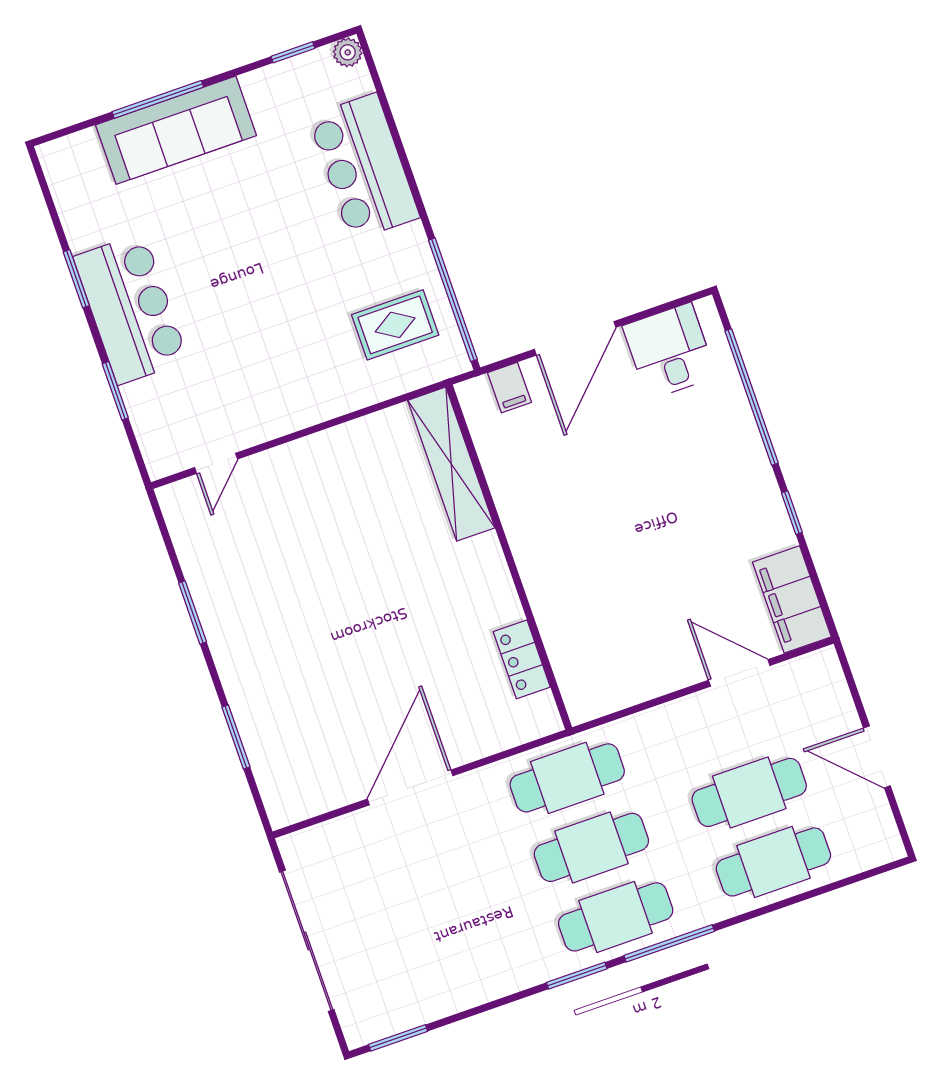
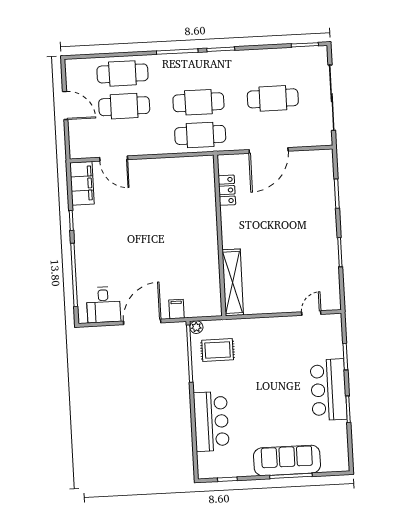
plant: (348, 52) -> (196, 327), moved
shelving: (451, 464) -> (233, 282), moved
wall: (509, 557) -> (220, 235), moved
locker: (522, 659) -> (227, 190), moved
cafe table: (616, 917) -> (273, 98), moved

